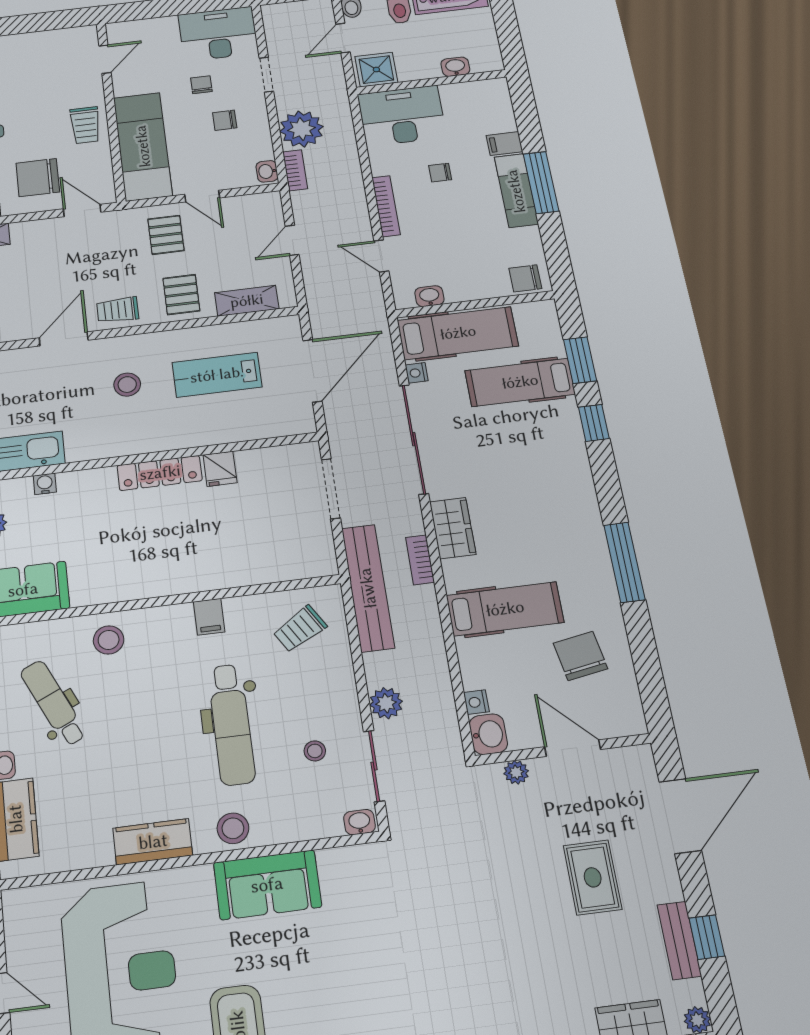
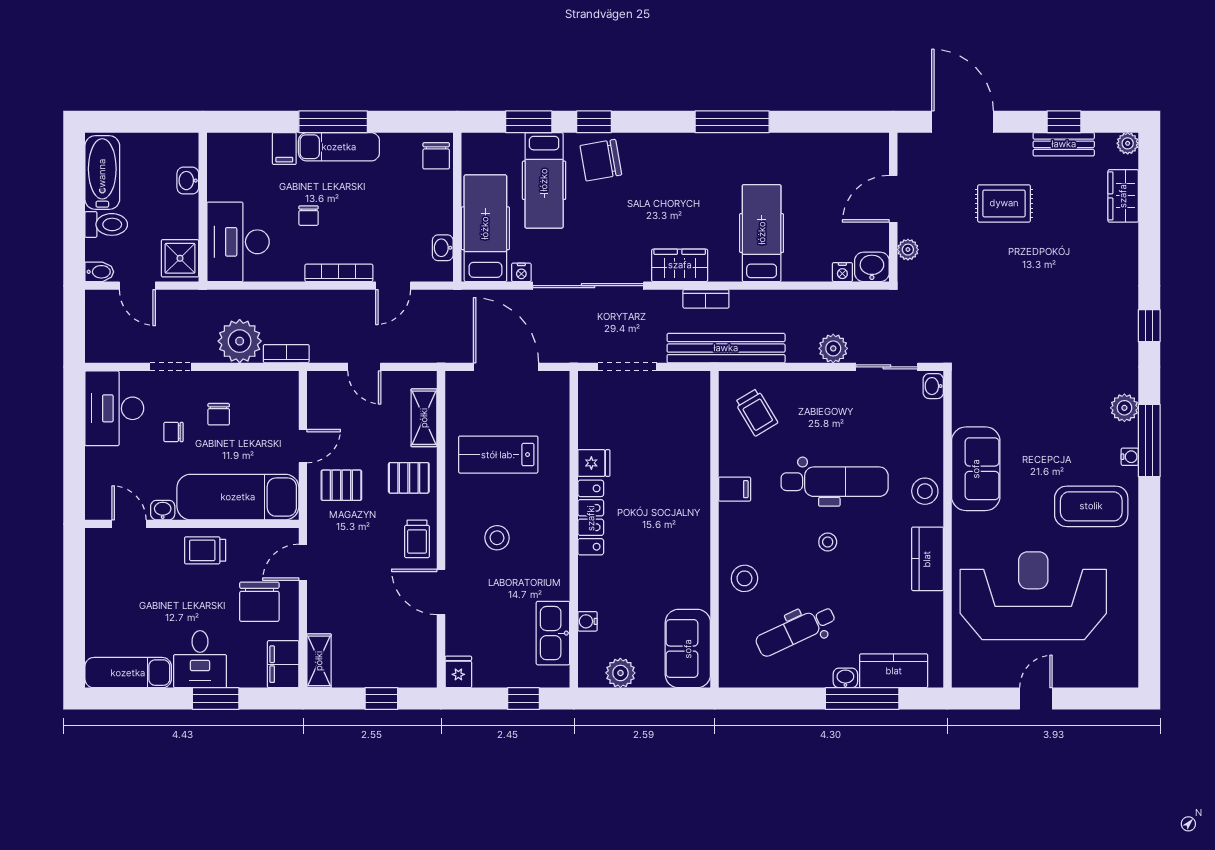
trolley: (85, 125) -> (205, 550), turned 180
washbasin: (267, 171) -> (163, 510), moved, turned 180
lab bench: (217, 375) -> (498, 455), turned 90
chair: (580, 656) -> (601, 160), moved
stool: (315, 751) -> (828, 542), moved

